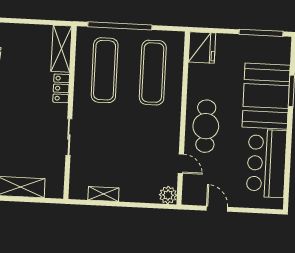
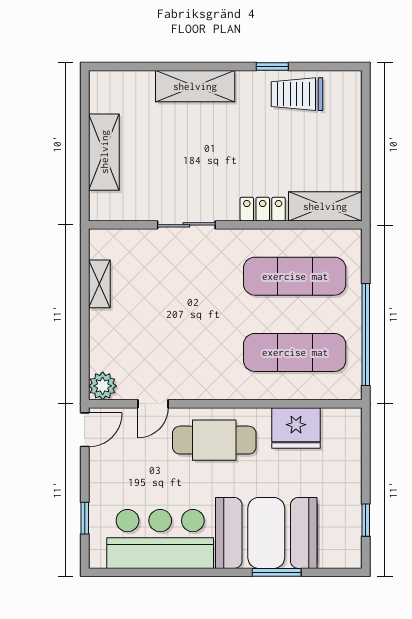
window: (120, 26) -> (366, 334), moved
window: (261, 33) -> (366, 520), width x0.46
fridge: (202, 48) -> (296, 428), moved
door: (217, 209) -> (85, 430), moved
window: (251, 210) -> (85, 518), added

